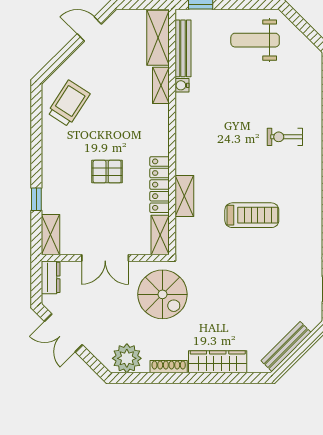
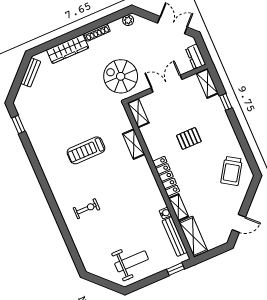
locker: (160, 185) -> (166, 176), moved
bench: (286, 347) -> (31, 72), width x0.73
plant: (127, 358) -> (128, 20), width x0.53, depth x0.53

